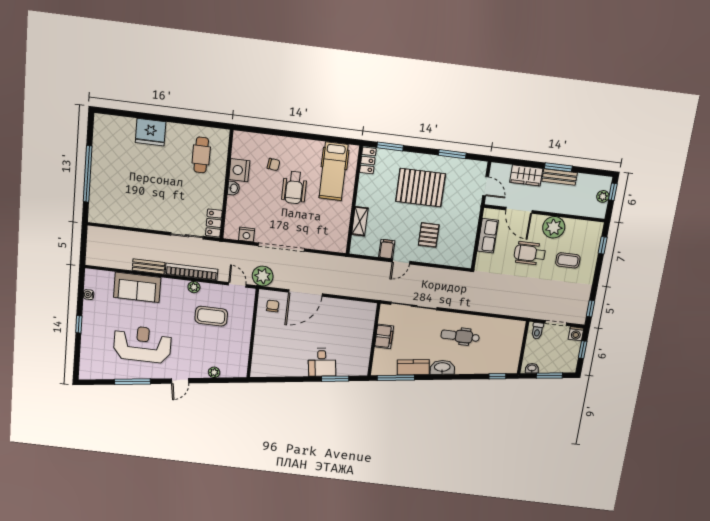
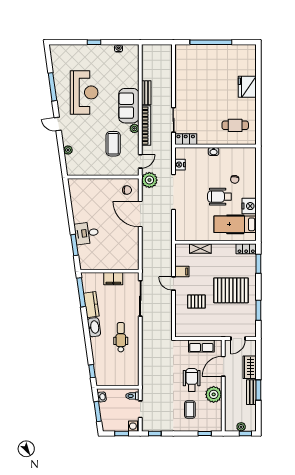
nightstand: (239, 170) -> (249, 206), moved, turned 90
pallet: (420, 188) -> (231, 290), turned 90
sofa: (137, 287) -> (129, 106), moved

